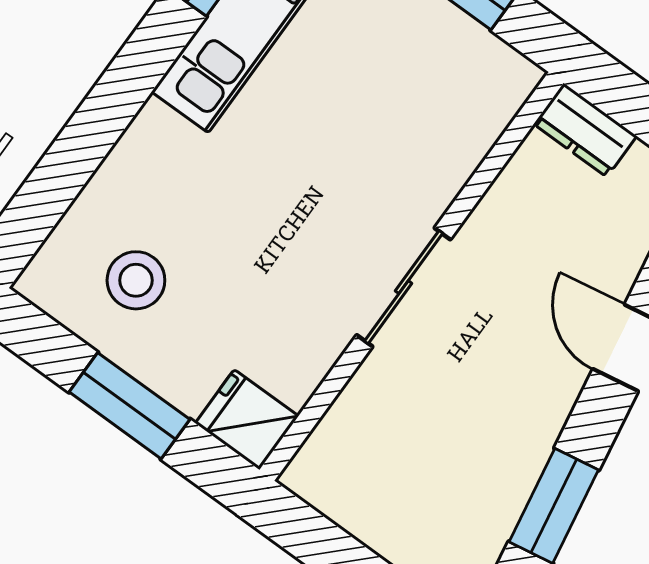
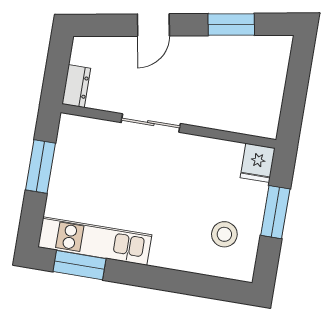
sliding door: (404, 287) -> (151, 123), moved

